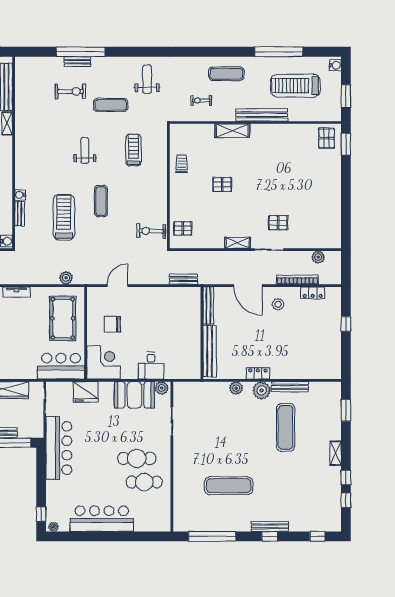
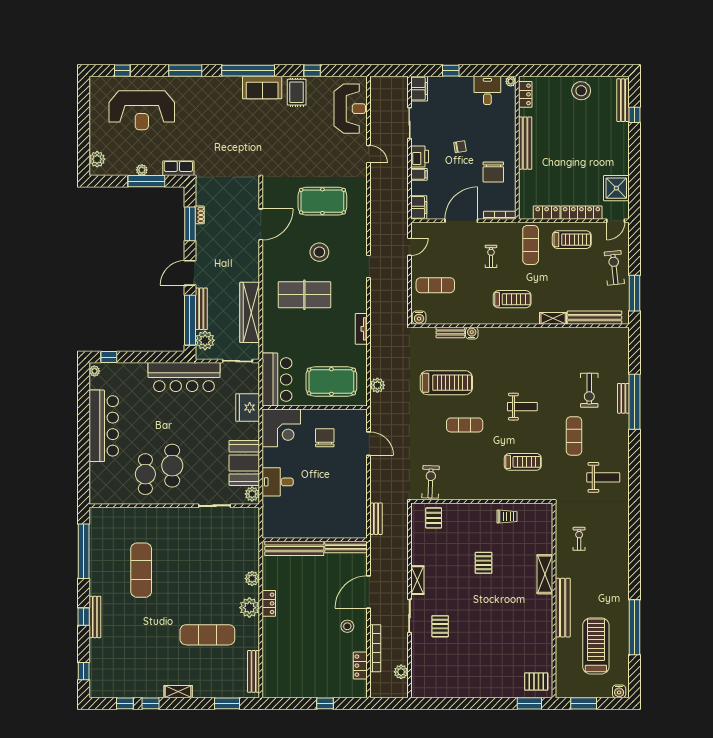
exercise mat: (226, 74) -> (609, 568), removed
bench: (290, 387) -> (254, 671), moved
plant: (27, 430) -> (205, 340), added

